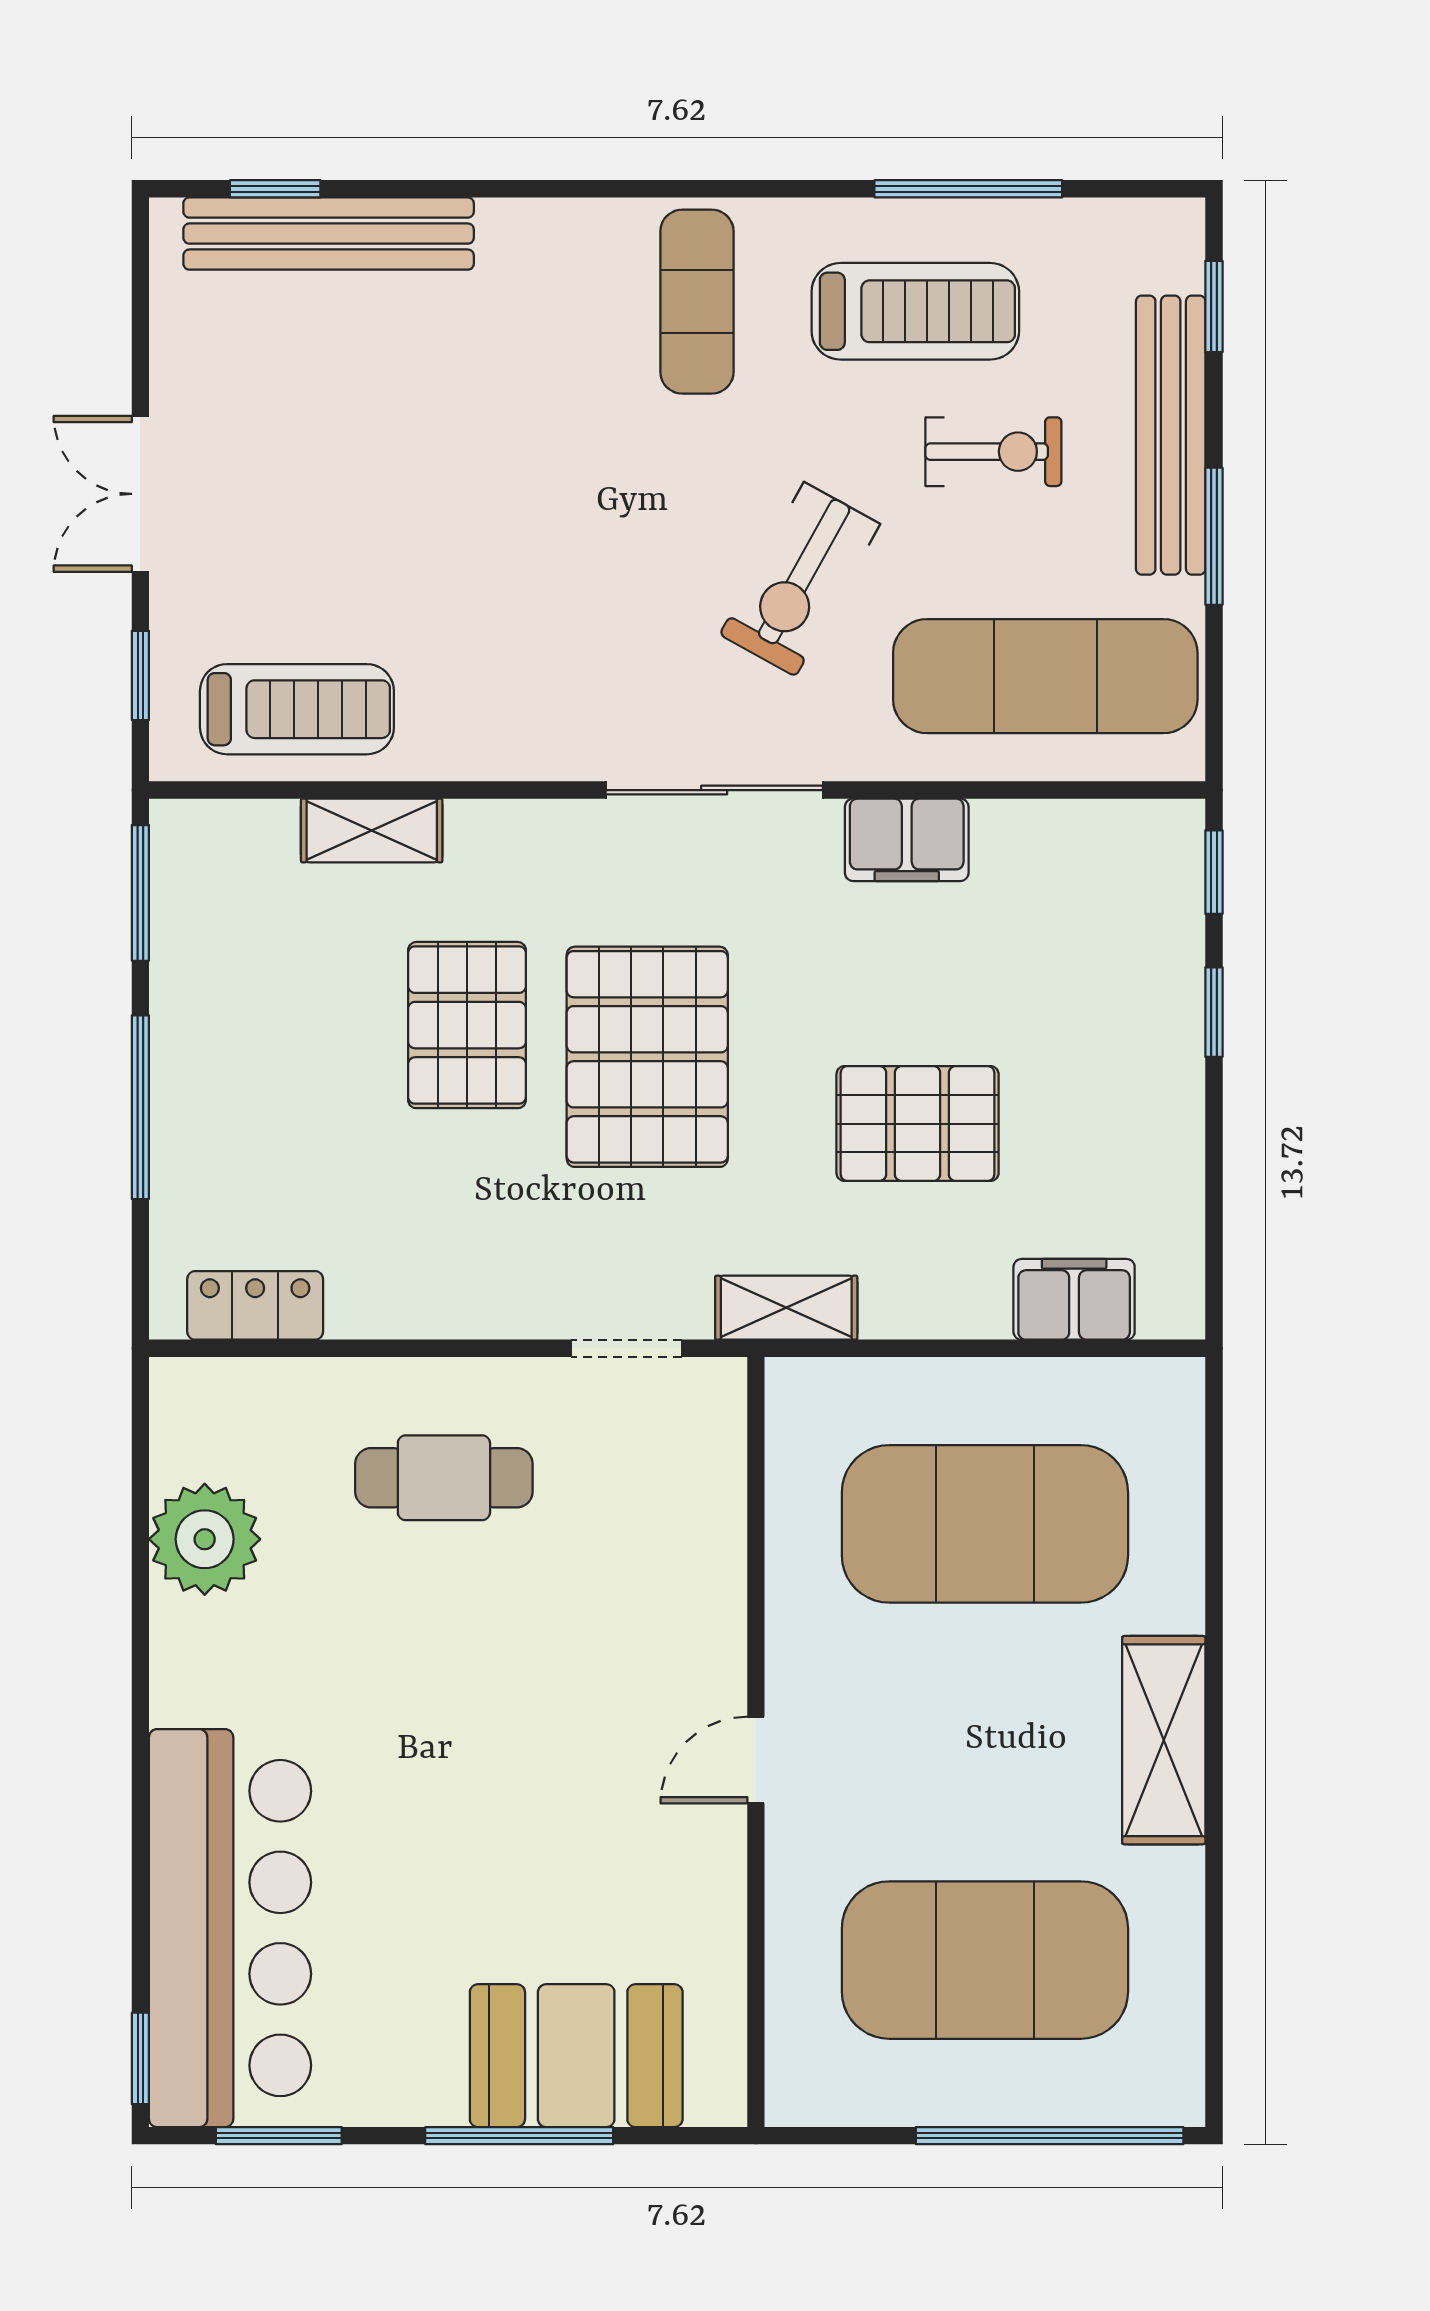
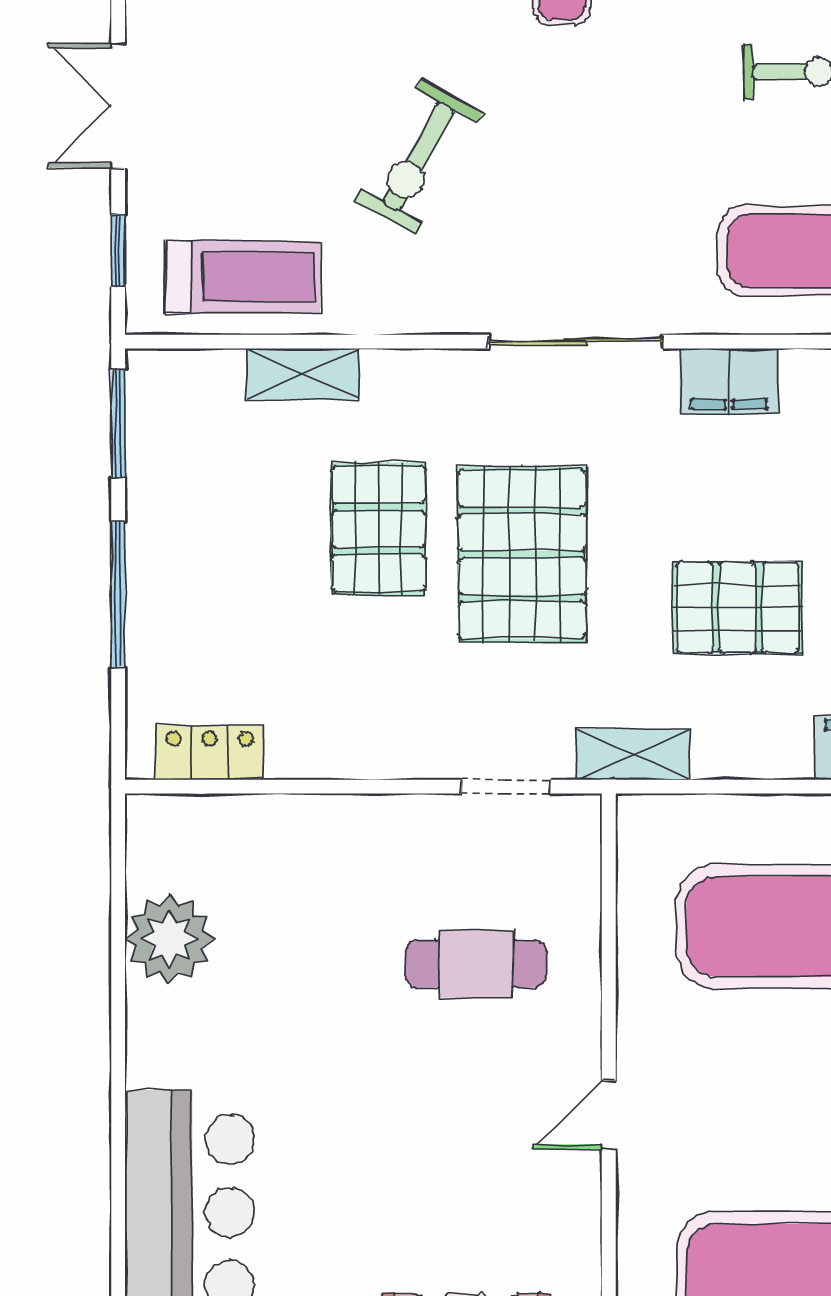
exercise bike: (800, 579) -> (418, 156), moved
cafe table: (444, 1478) -> (476, 964), moved

